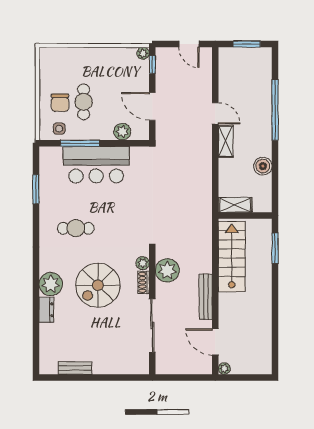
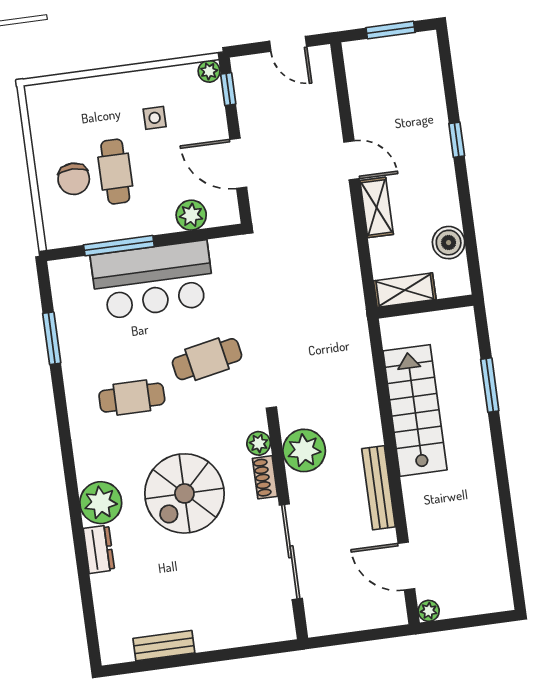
window: (275, 110) -> (457, 140), width x0.32
side table: (59, 129) -> (155, 118), moved
shelving: (235, 205) -> (405, 290), moved
cafe table: (120, 213) -> (207, 359), added
wall: (245, 216) -> (425, 307), moved

